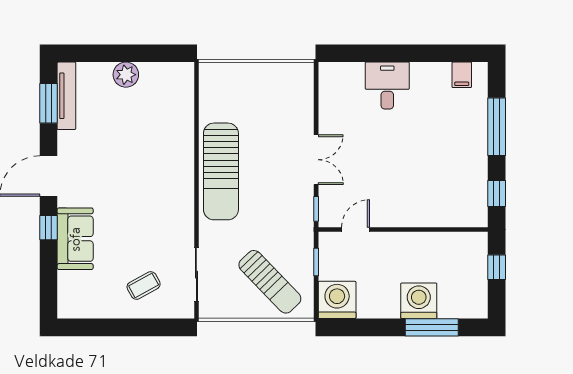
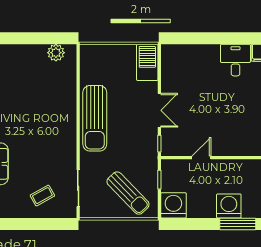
plant: (126, 75) -> (56, 53), moved
desk: (387, 86) -> (235, 60), moved
barbecue: (298, 89) -> (147, 62), added
door: (356, 229) -> (201, 158), moved

